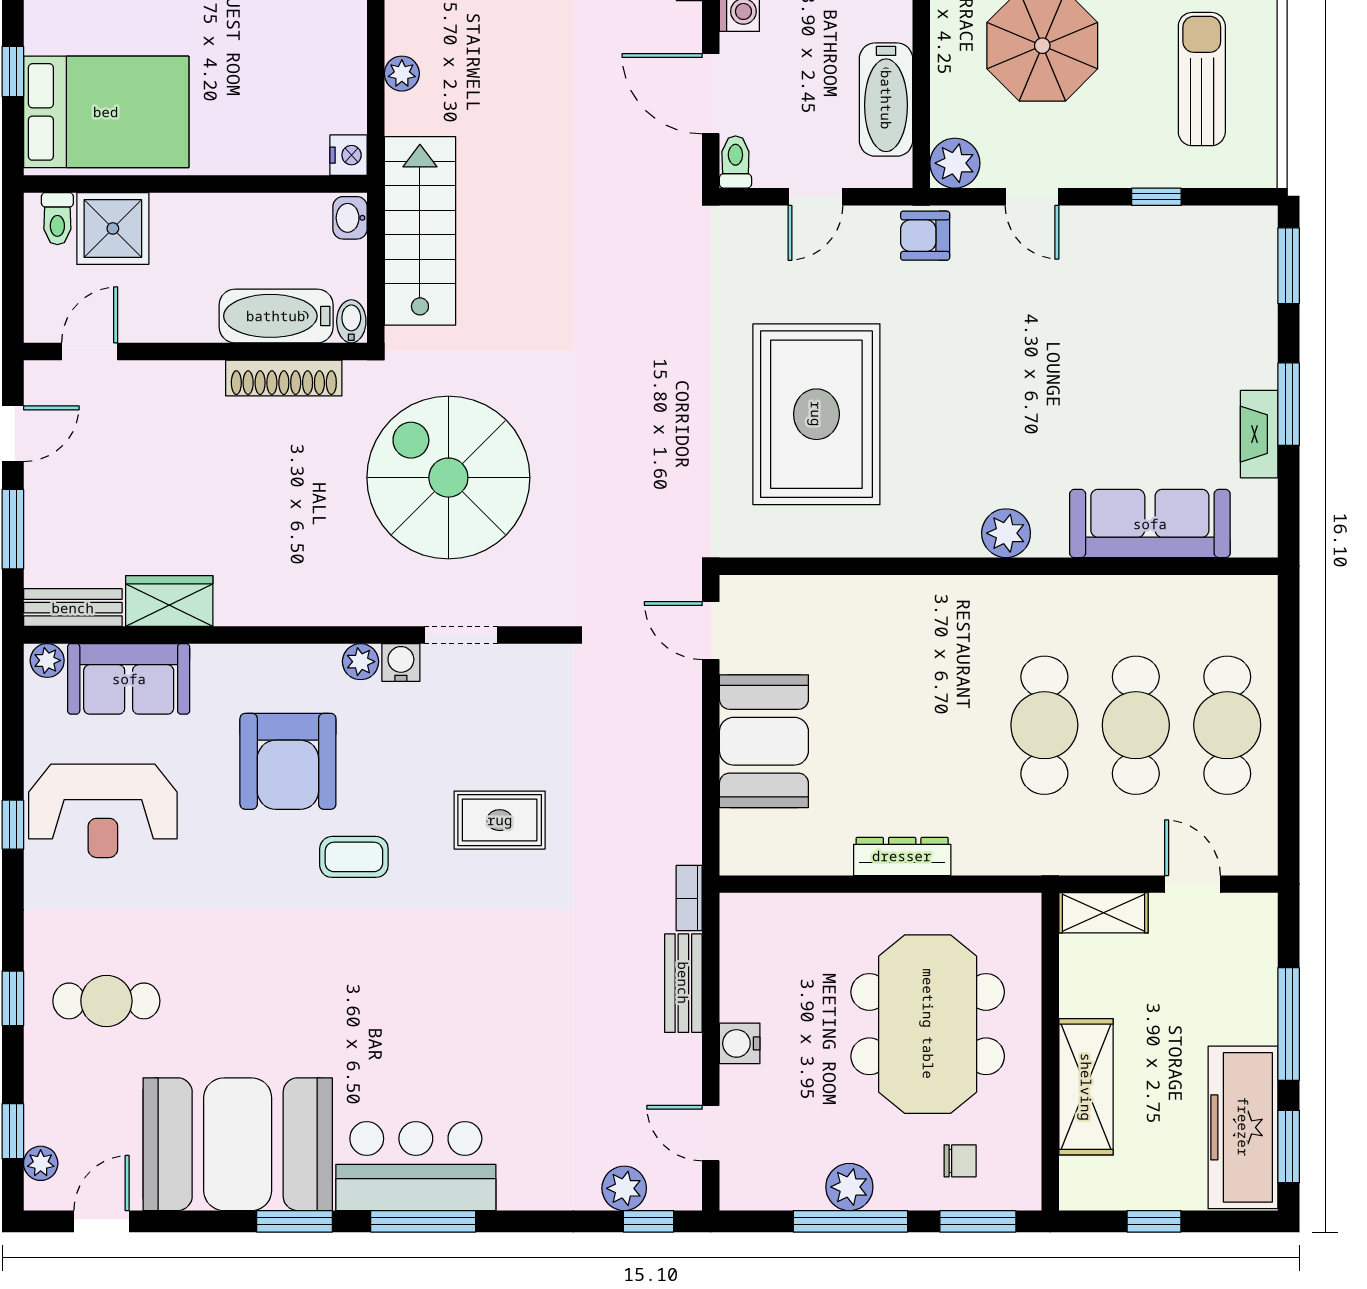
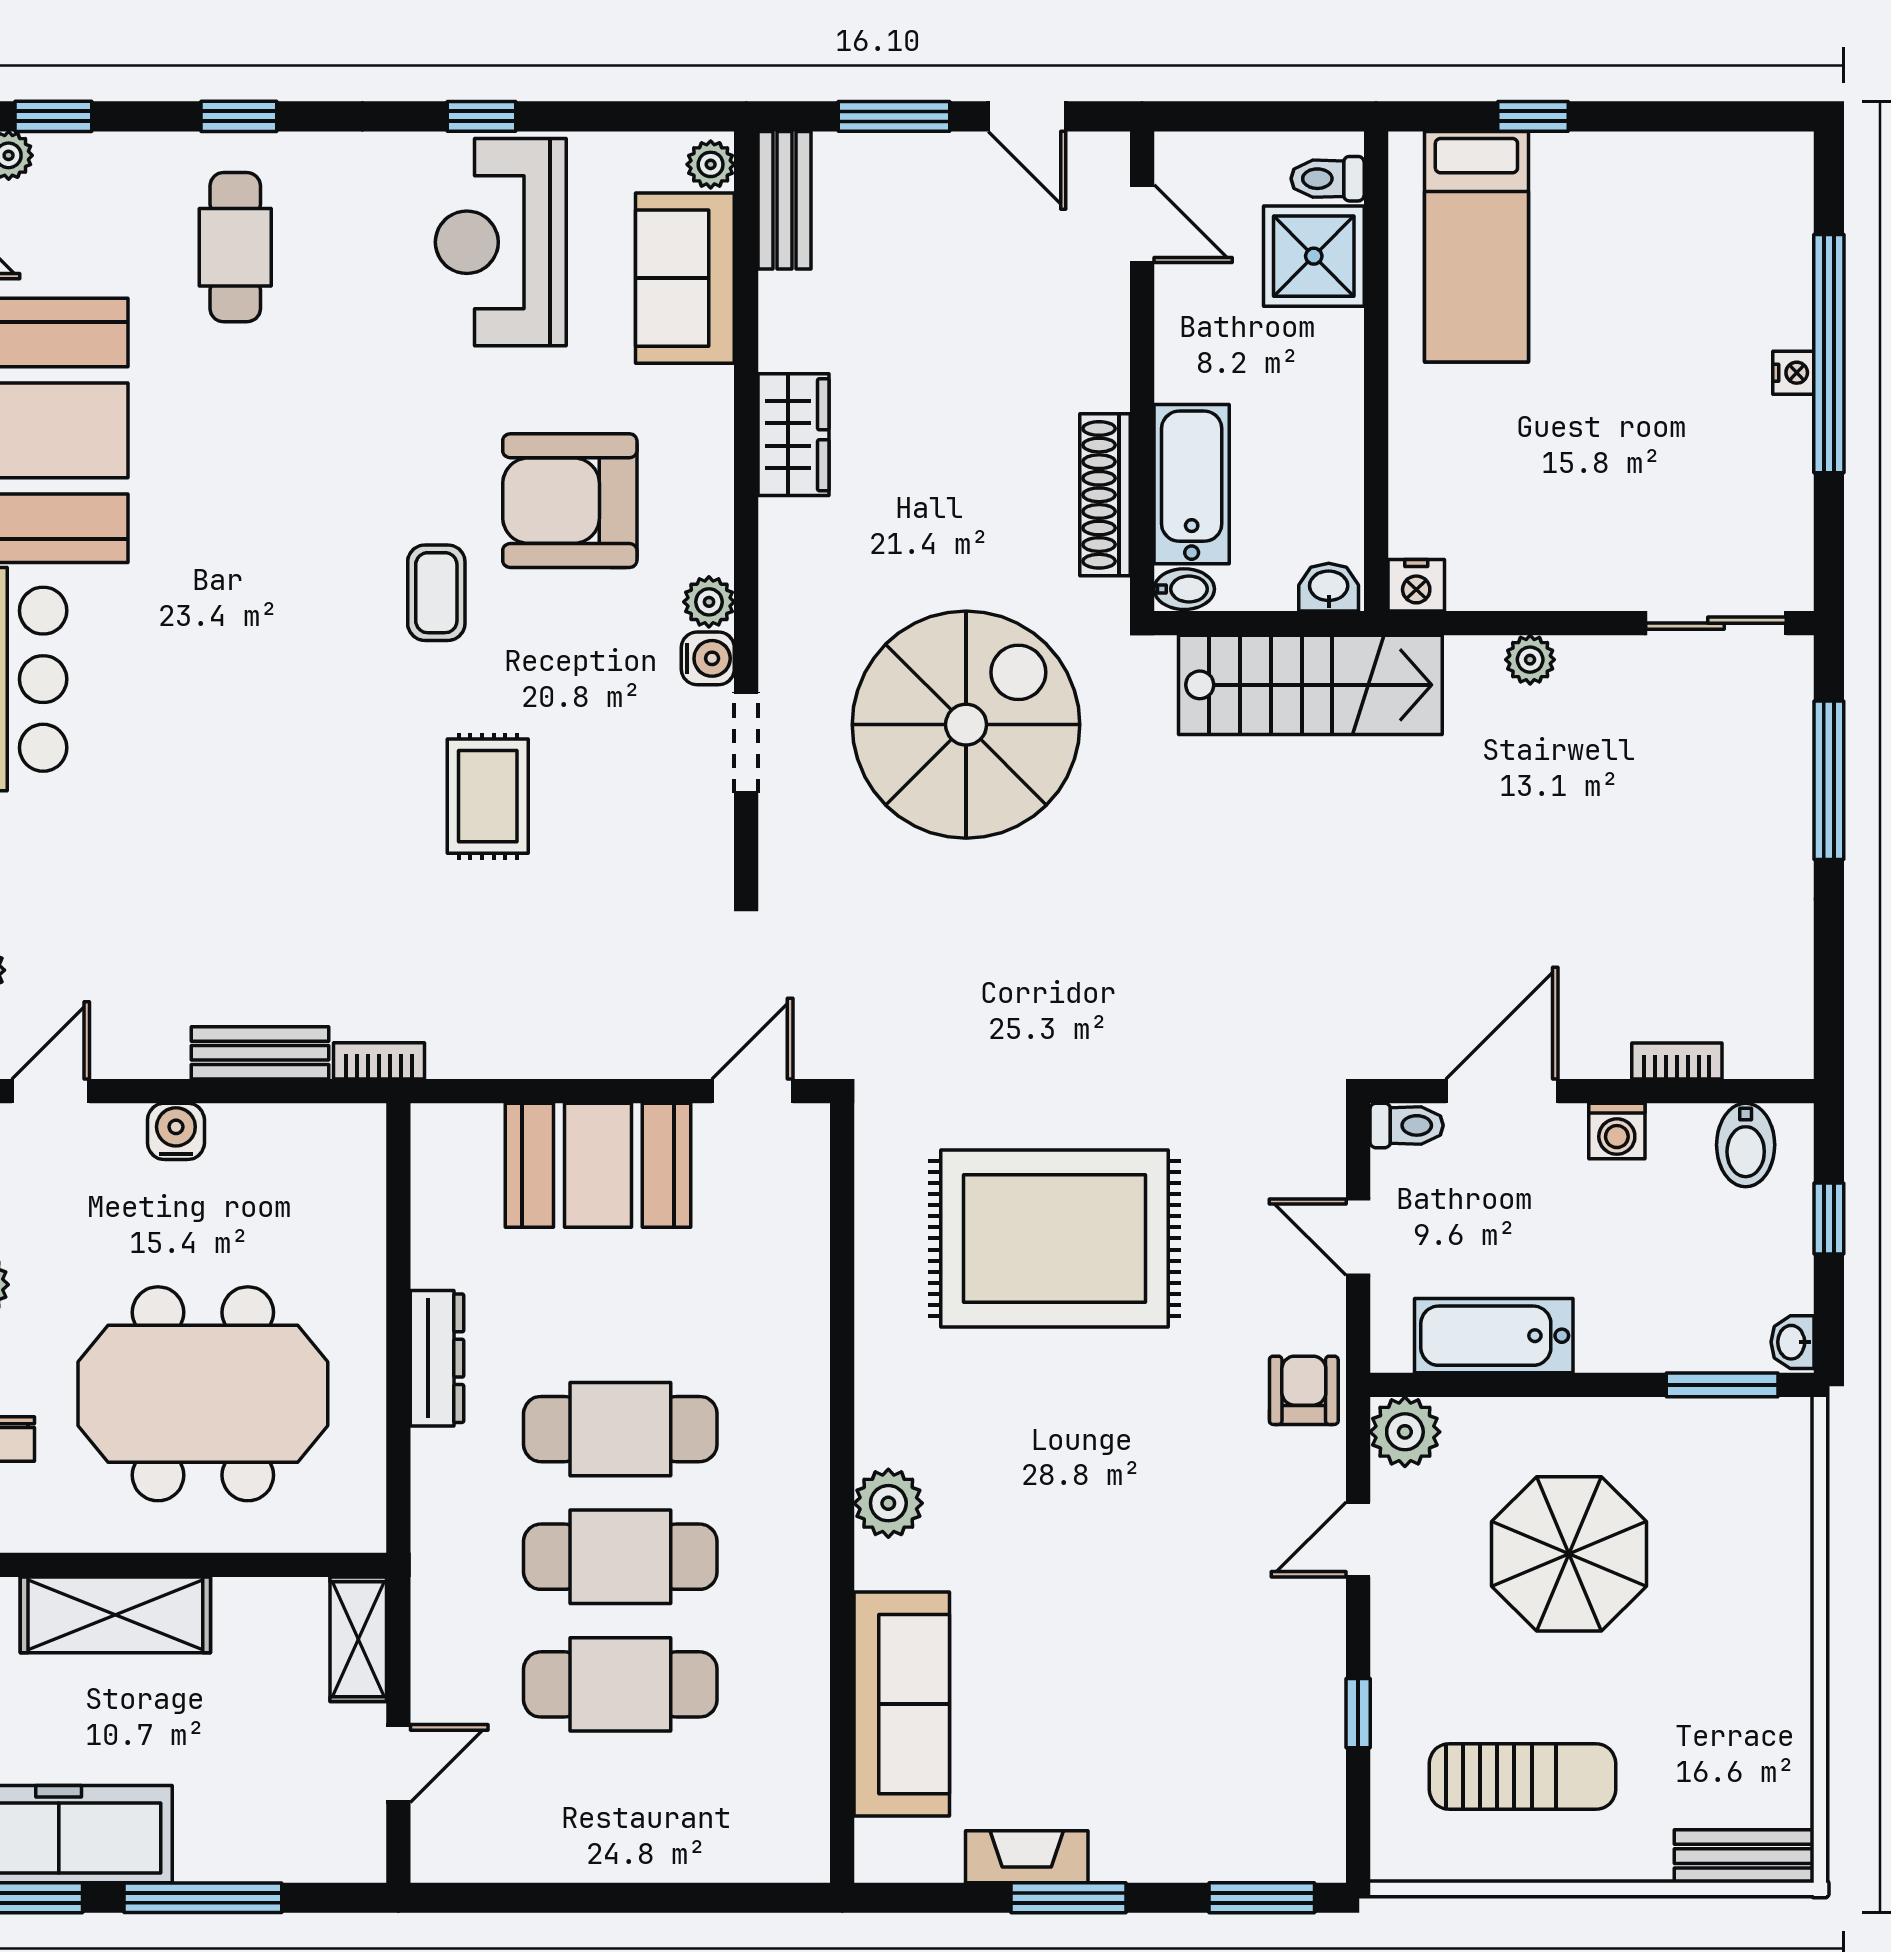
bed: (106, 112) -> (1476, 247), width x0.67
wardrobe: (169, 601) -> (794, 435), moved
cafe table: (1227, 725) -> (620, 1429), moved

